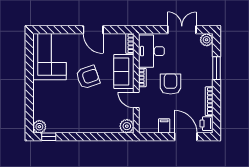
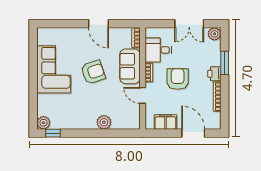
double door: (182, 30) -> (189, 24), swing flipped
desk: (151, 51) -> (158, 50), width x0.73
corner sofa: (49, 57) -> (54, 69), moved
printer: (207, 124) -> (214, 74), moved
plant: (127, 126) -> (104, 122), moved
filing cabinet: (164, 126) -> (165, 122), width x2.00

